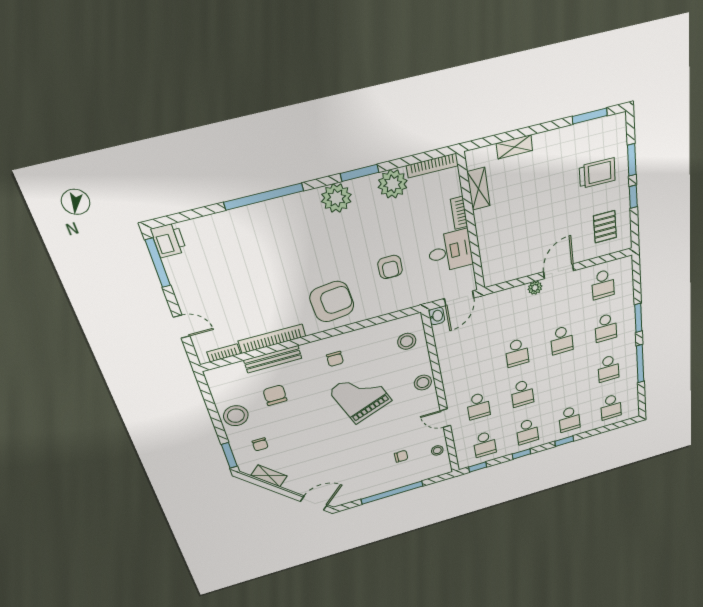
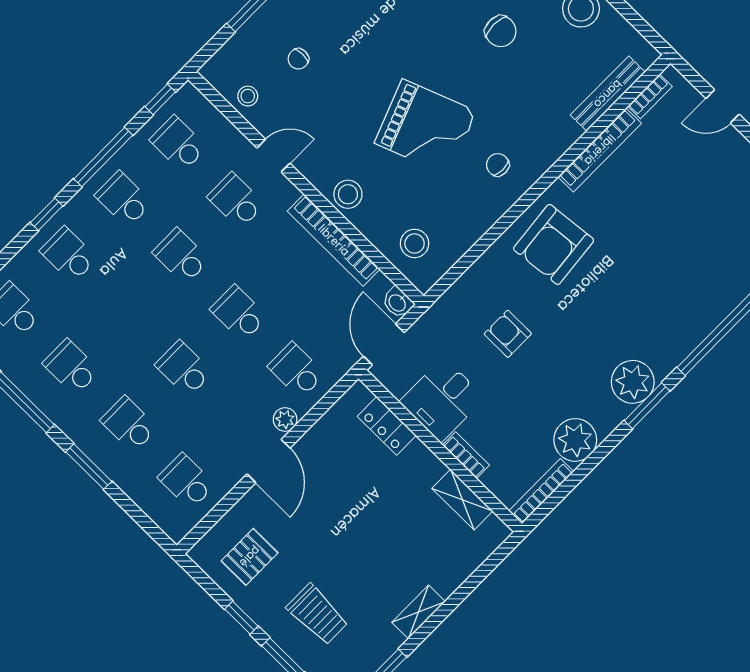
shelving: (514, 147) -> (419, 612), moved
window: (360, 173) -> (647, 406), moved
trolley: (597, 173) -> (317, 614), turned -91
pallet: (605, 227) -> (250, 557), turned 90
locker: (488, 254) -> (387, 426), added
school desk: (511, 310) -> (296, 370), added
bench: (273, 359) -> (608, 94), moved
bookcase: (446, 364) -> (334, 240), added
chair: (275, 395) -> (501, 31), moved
window: (521, 454) -> (103, 157), width x2.17

